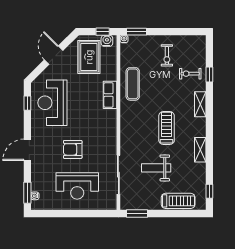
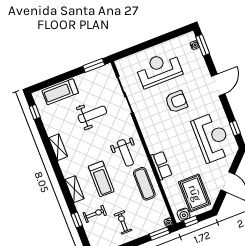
weight bench: (139, 120) -> (125, 153), added
treadmill: (167, 128) -> (101, 179), moved

